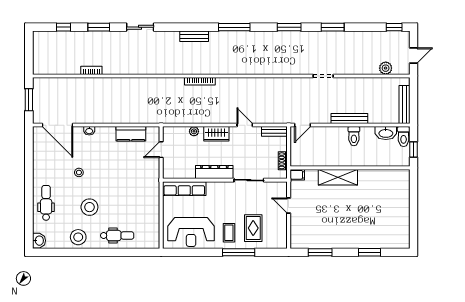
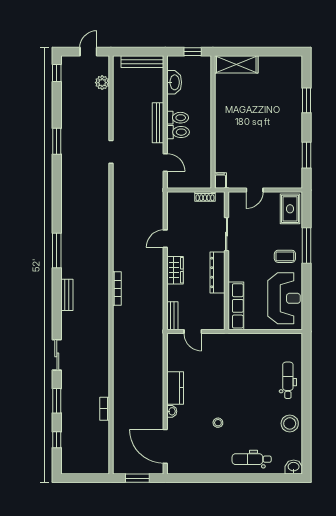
window: (289, 27) -> (57, 189), removed
door: (413, 56) -> (88, 52), hinge flipped
door: (58, 125) -> (165, 446), swing flipped
door: (303, 125) -> (165, 163), moved
plant: (194, 131) -> (172, 295), removed
bench: (274, 131) -> (172, 316), moved
kitchen counter: (131, 134) -> (175, 388), moved
toilet: (404, 137) -> (178, 132), moved
shelving: (338, 177) -> (236, 64), moved, turned 90
stool: (89, 207) -> (256, 411), removed
rug: (253, 228) -> (290, 209), moved, turned 90

